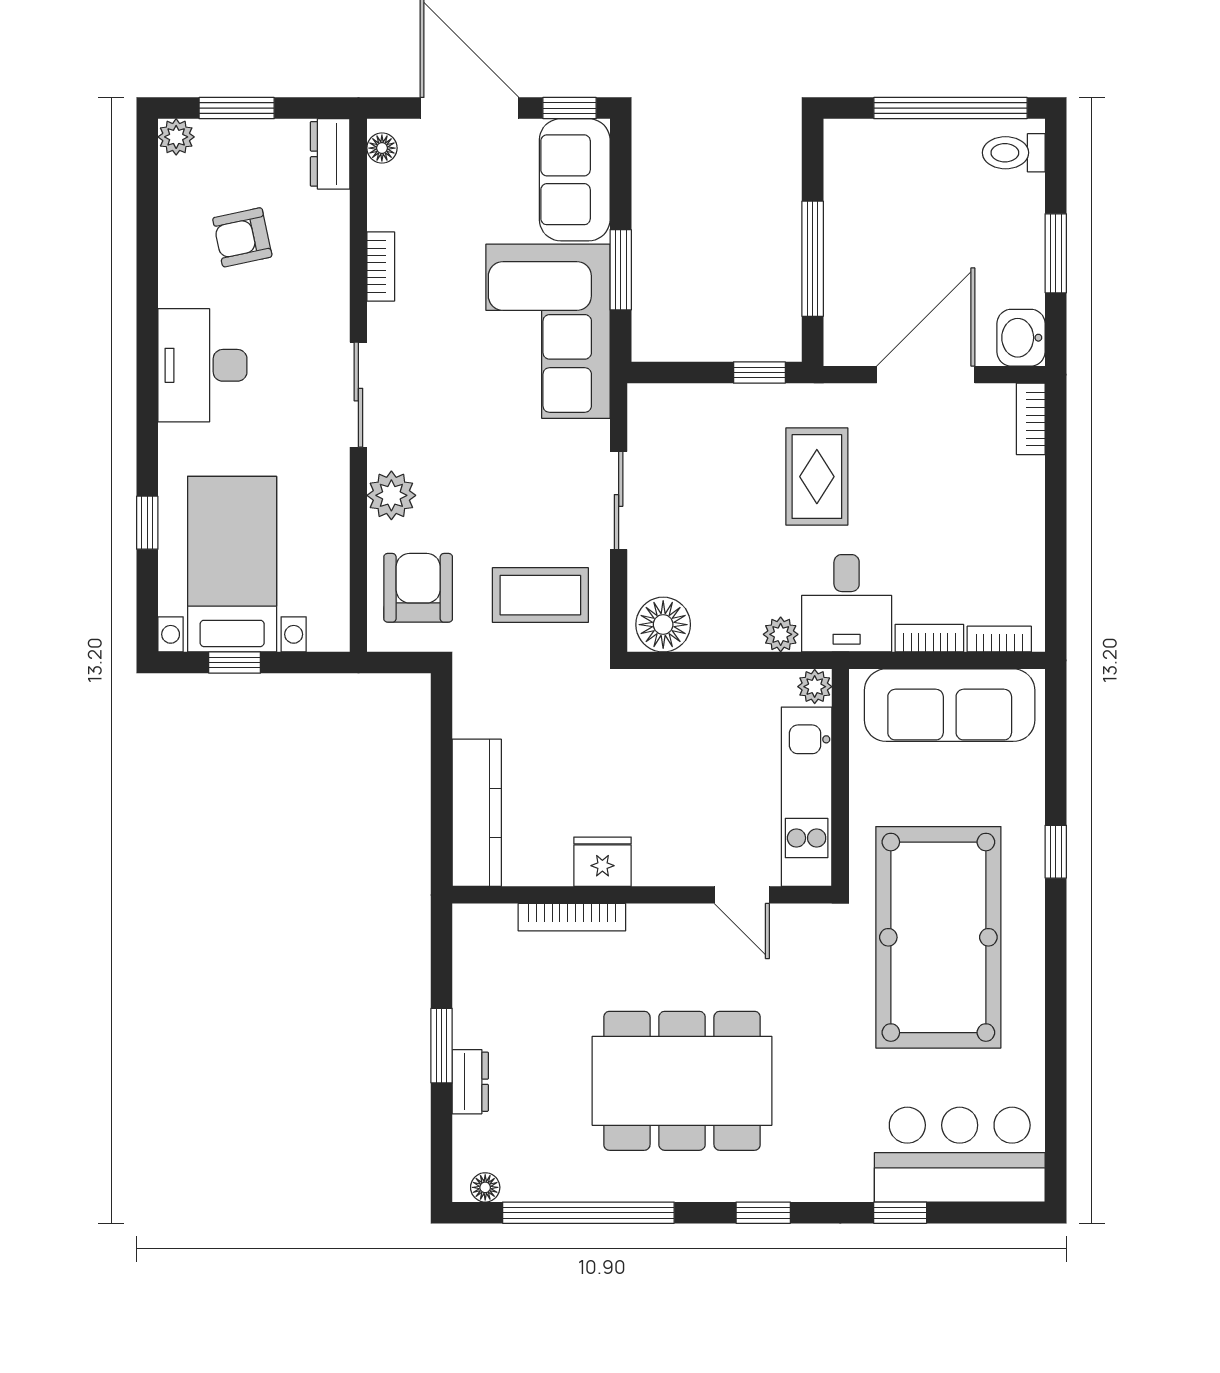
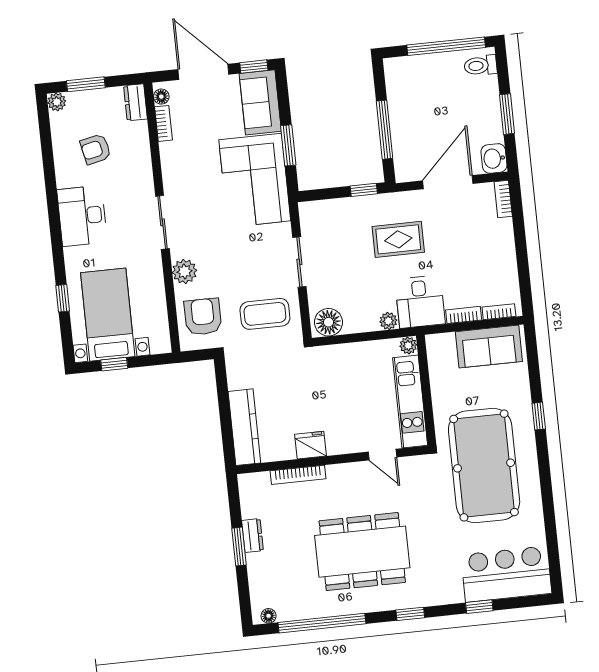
bookcase: (381, 267) -> (163, 123), moved
rug: (817, 477) -> (398, 239), turned 90
sofa: (950, 705) -> (489, 347), width x0.73
dresser: (470, 1082) -> (252, 536), moved

